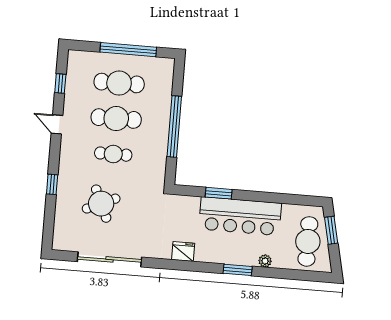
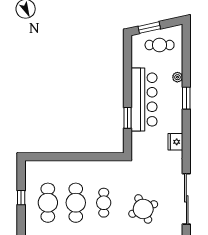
window: (128, 50) -> (21, 198), width x0.32
window: (174, 127) -> (78, 157), removed
cafe table: (308, 241) -> (160, 45), width x0.73, depth x0.74

